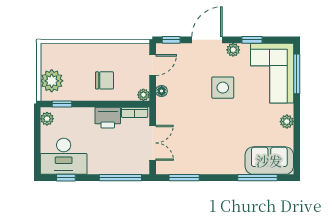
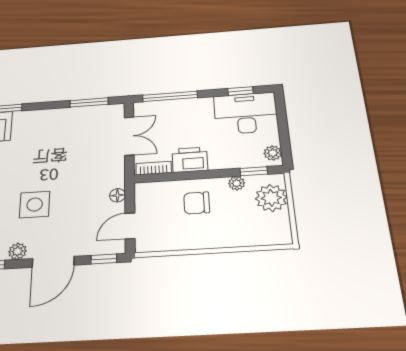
plant: (143, 95) -> (237, 183), moved
double door: (153, 143) -> (129, 136), swing flipped

